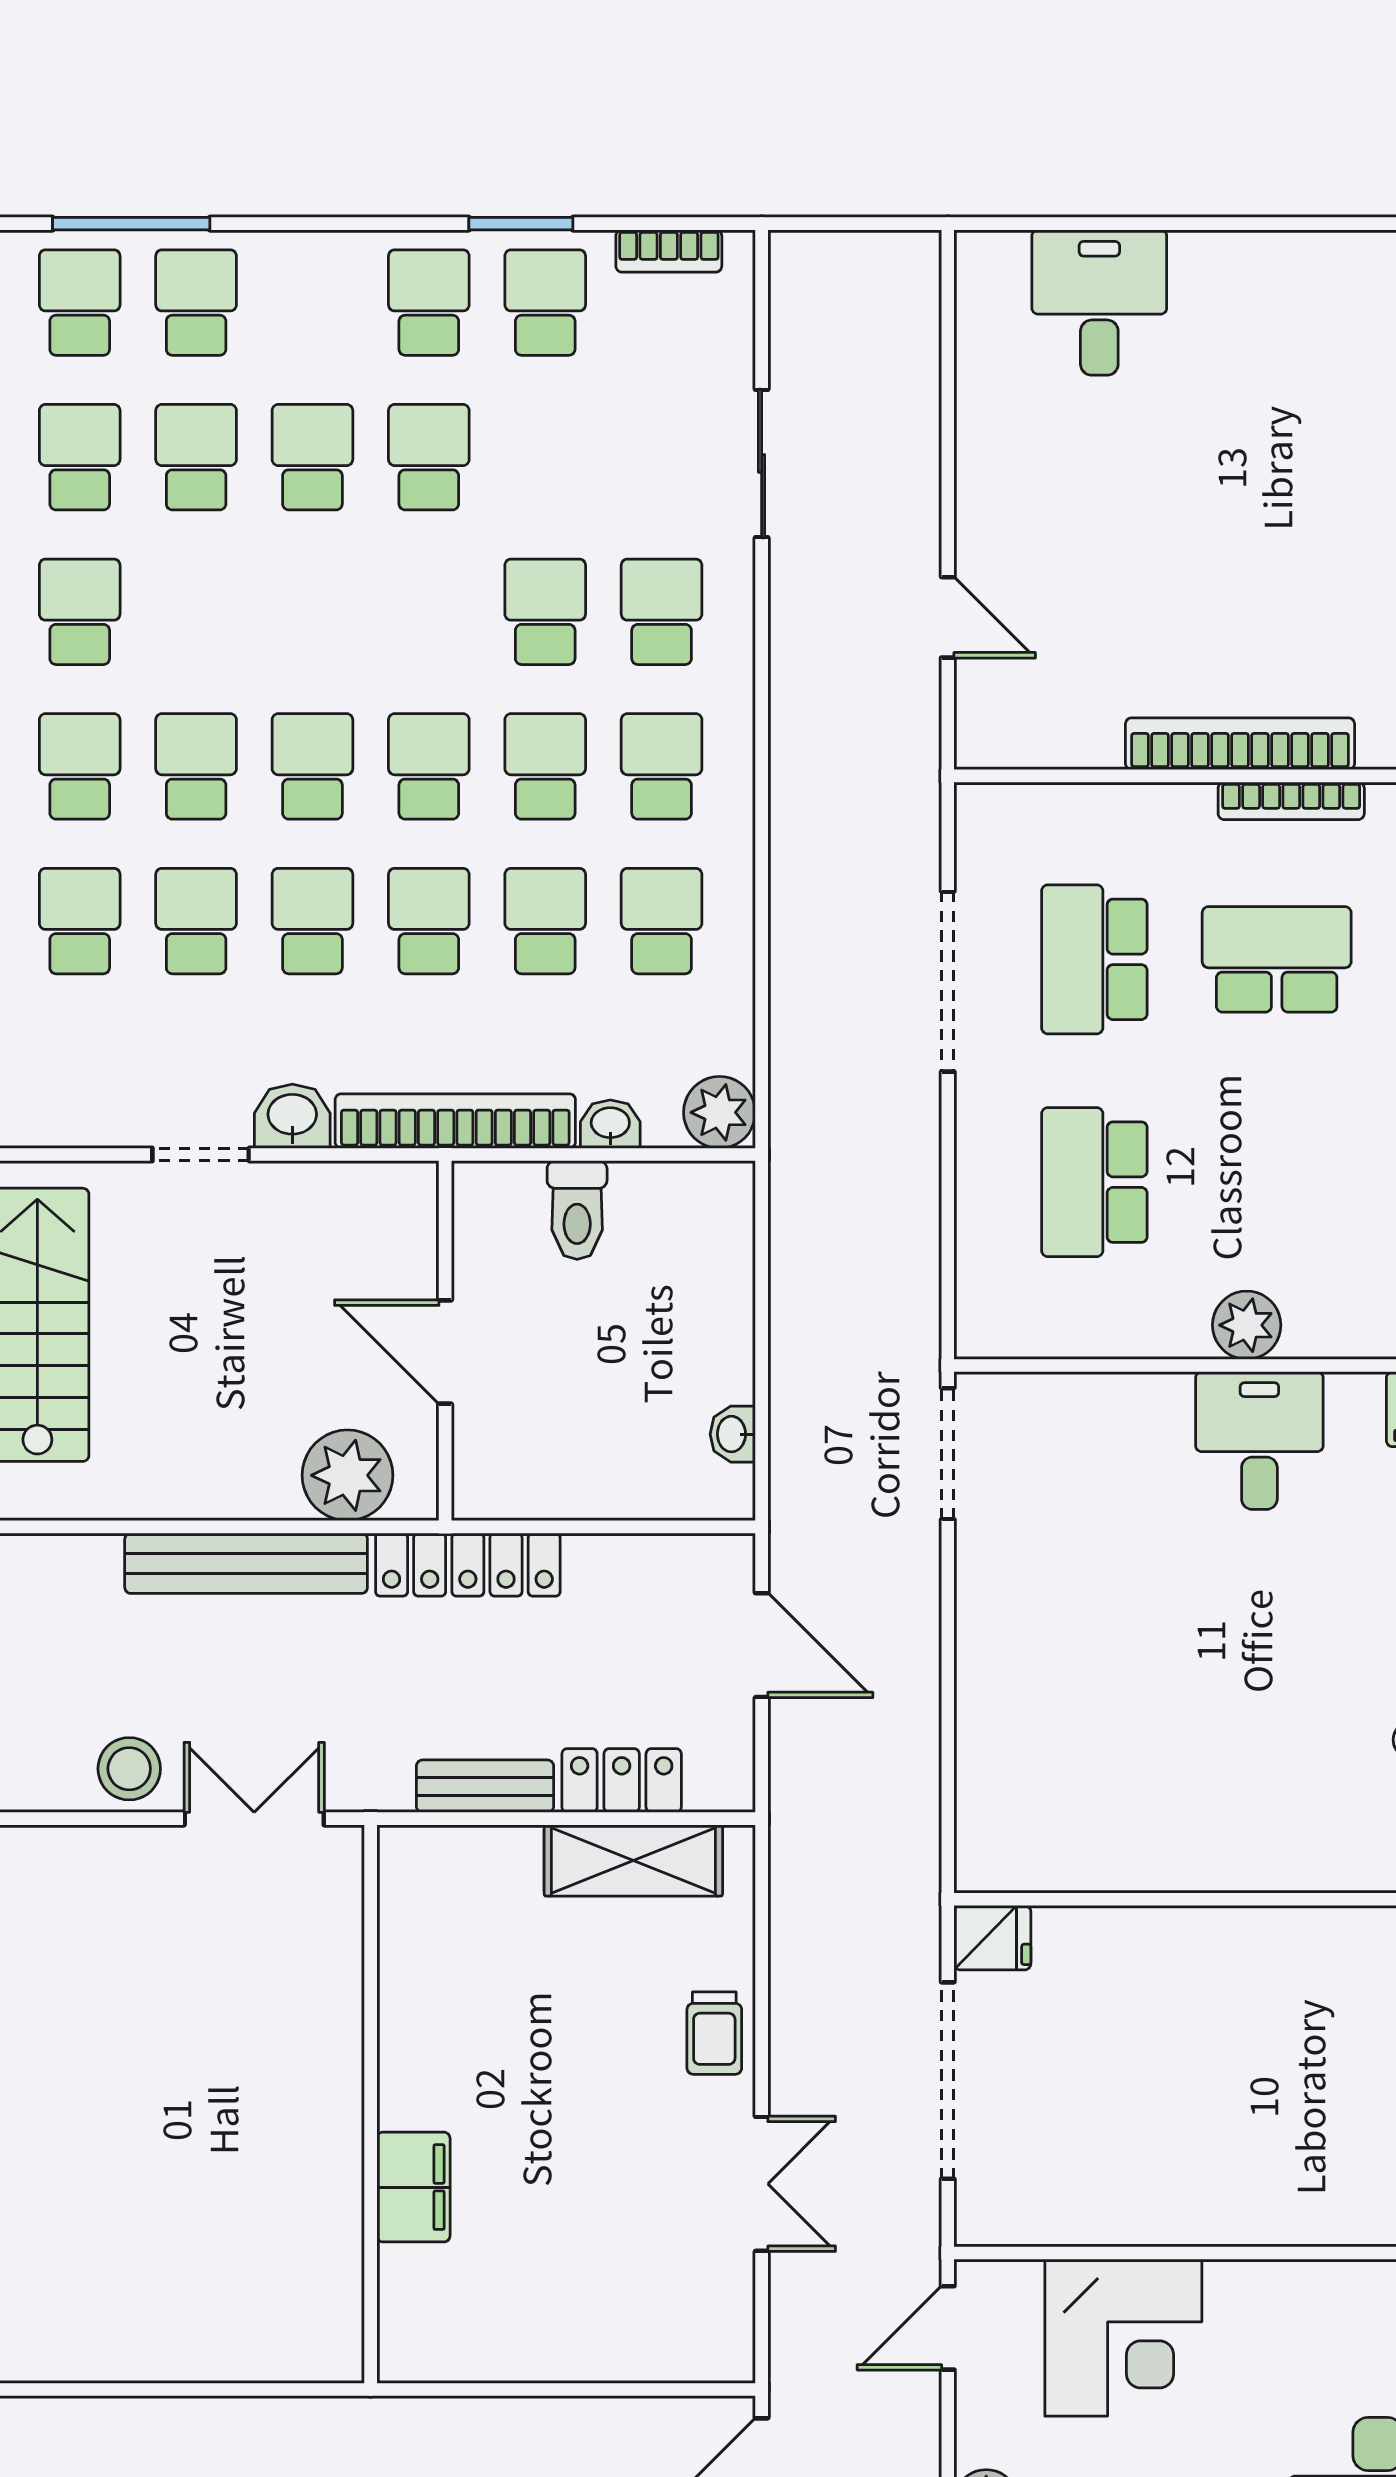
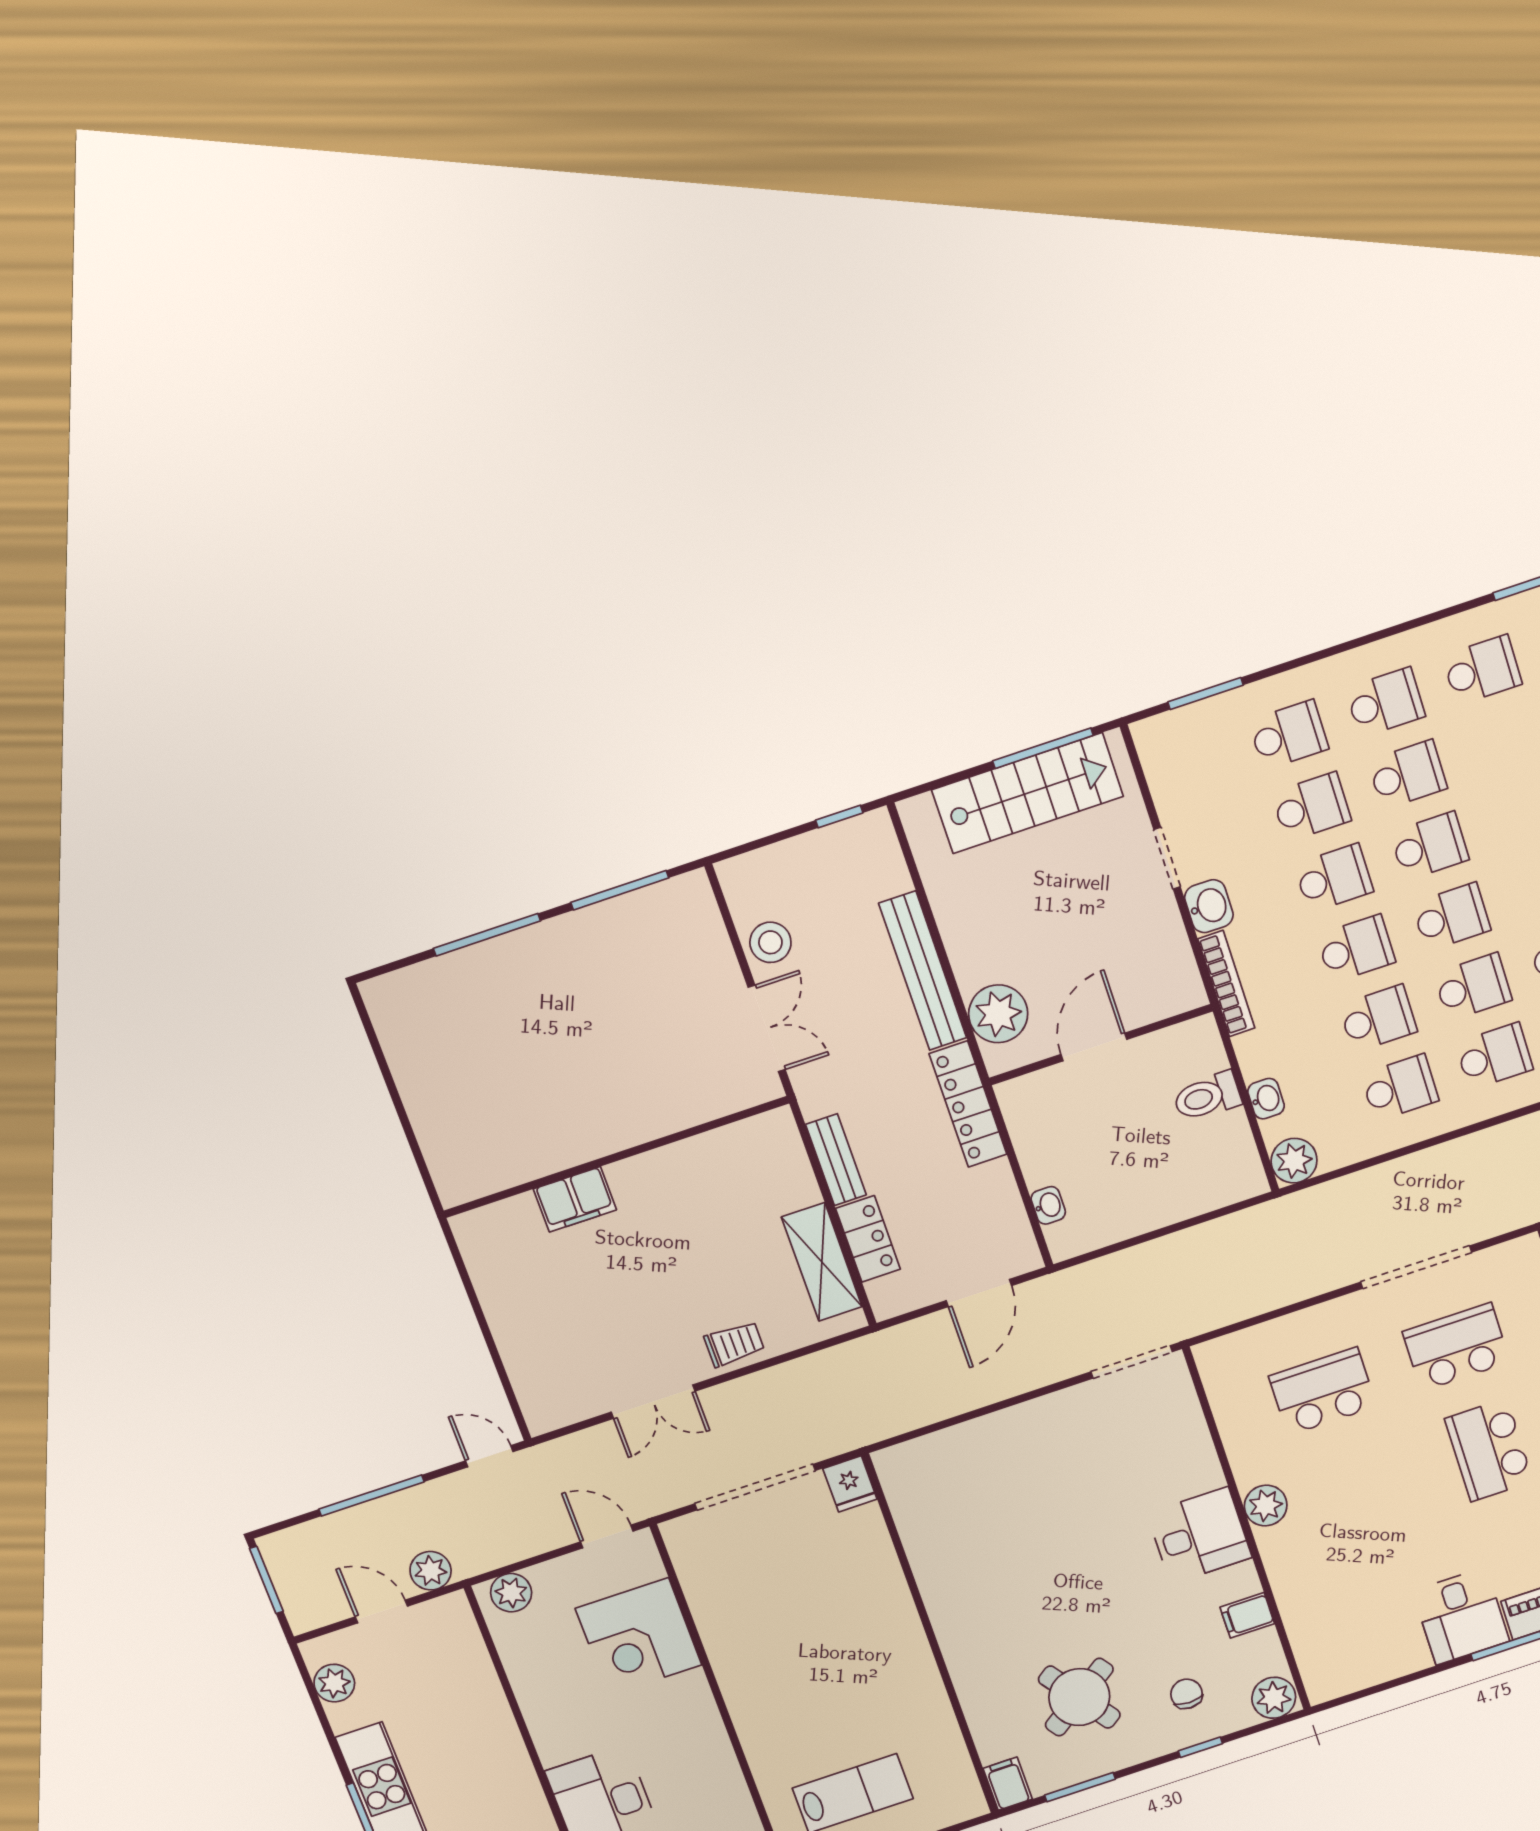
school desk: (1277, 959) -> (1489, 1450), turned 180
bookcase: (455, 1121) -> (1226, 984), width x0.68, depth x0.76
washbasin: (733, 1434) -> (1048, 1205), moved, turned 90
trolley: (714, 2033) -> (734, 1344), turned 180

